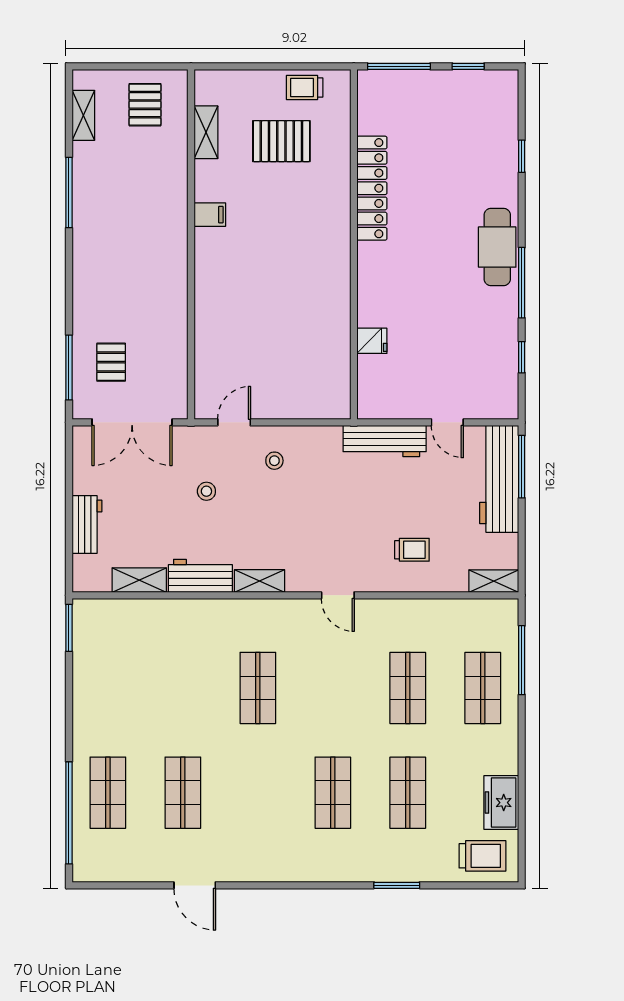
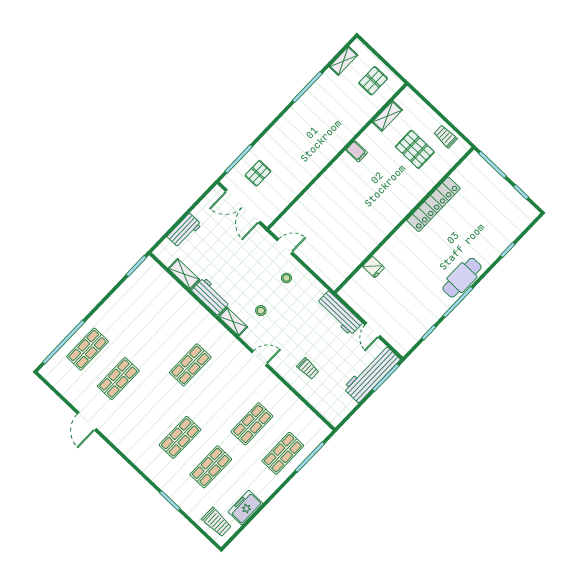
stool: (206, 491) -> (261, 311), moved
shelving: (494, 581) -> (329, 414), removed
door: (338, 595) -> (260, 358), swing flipped

